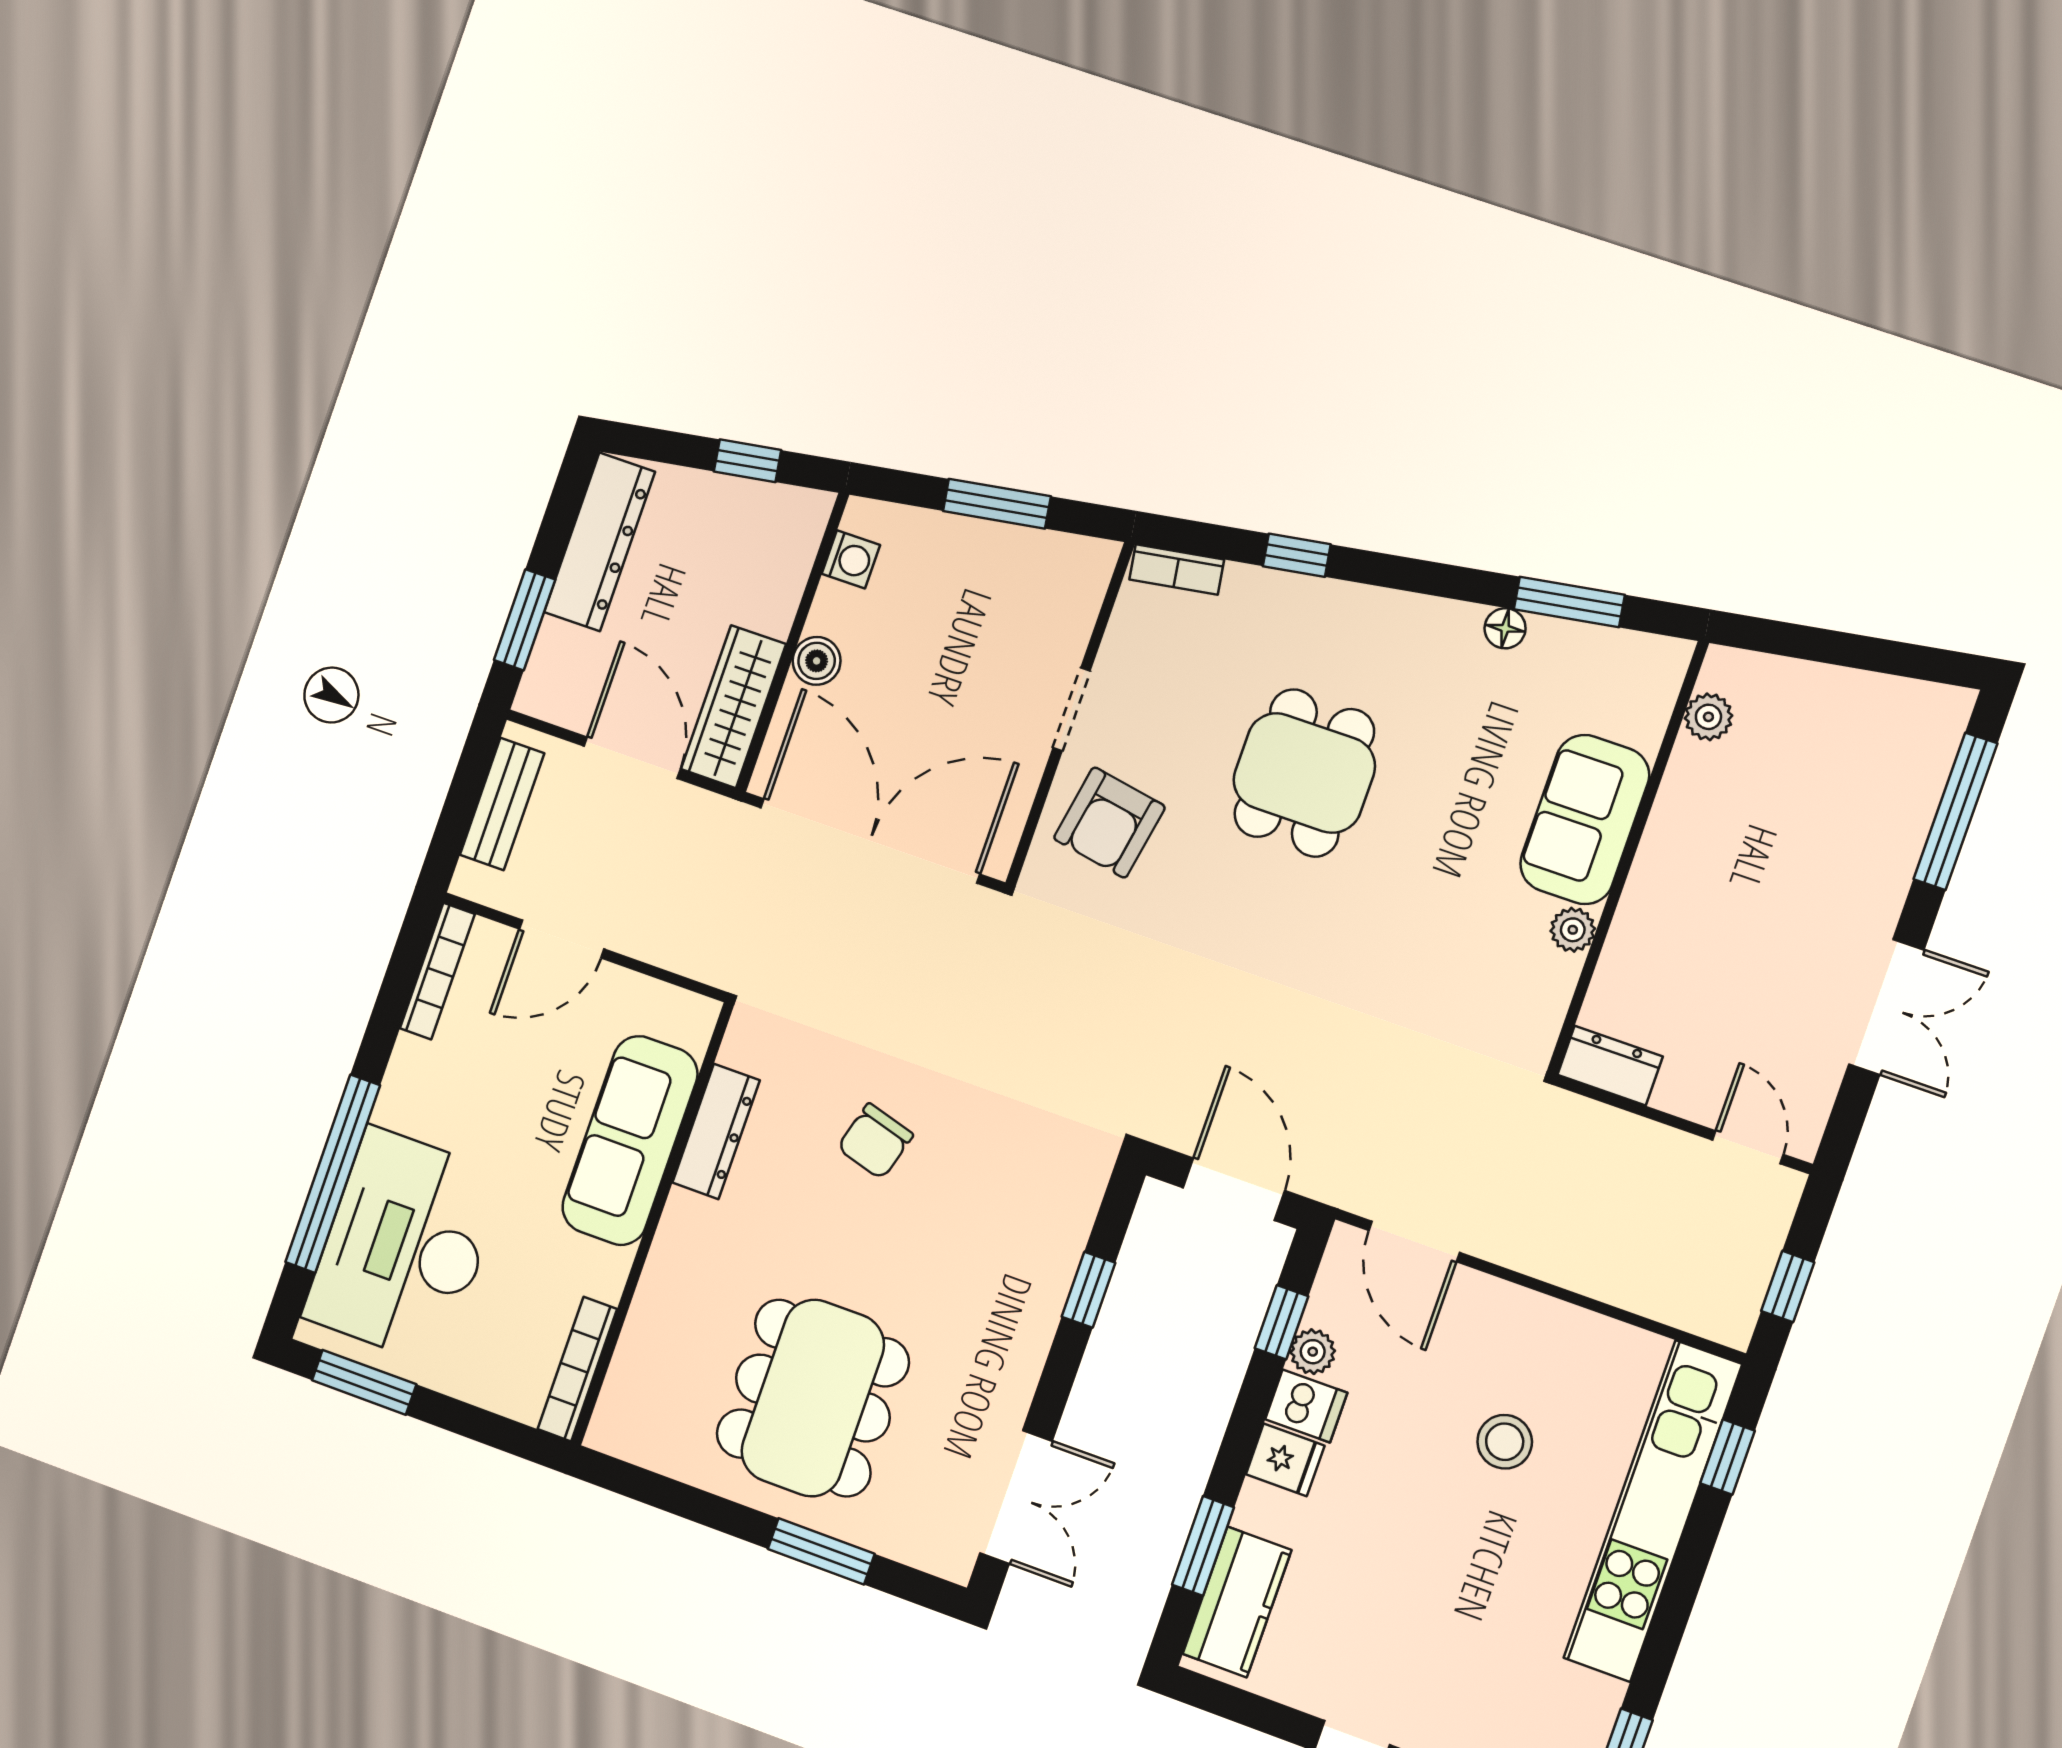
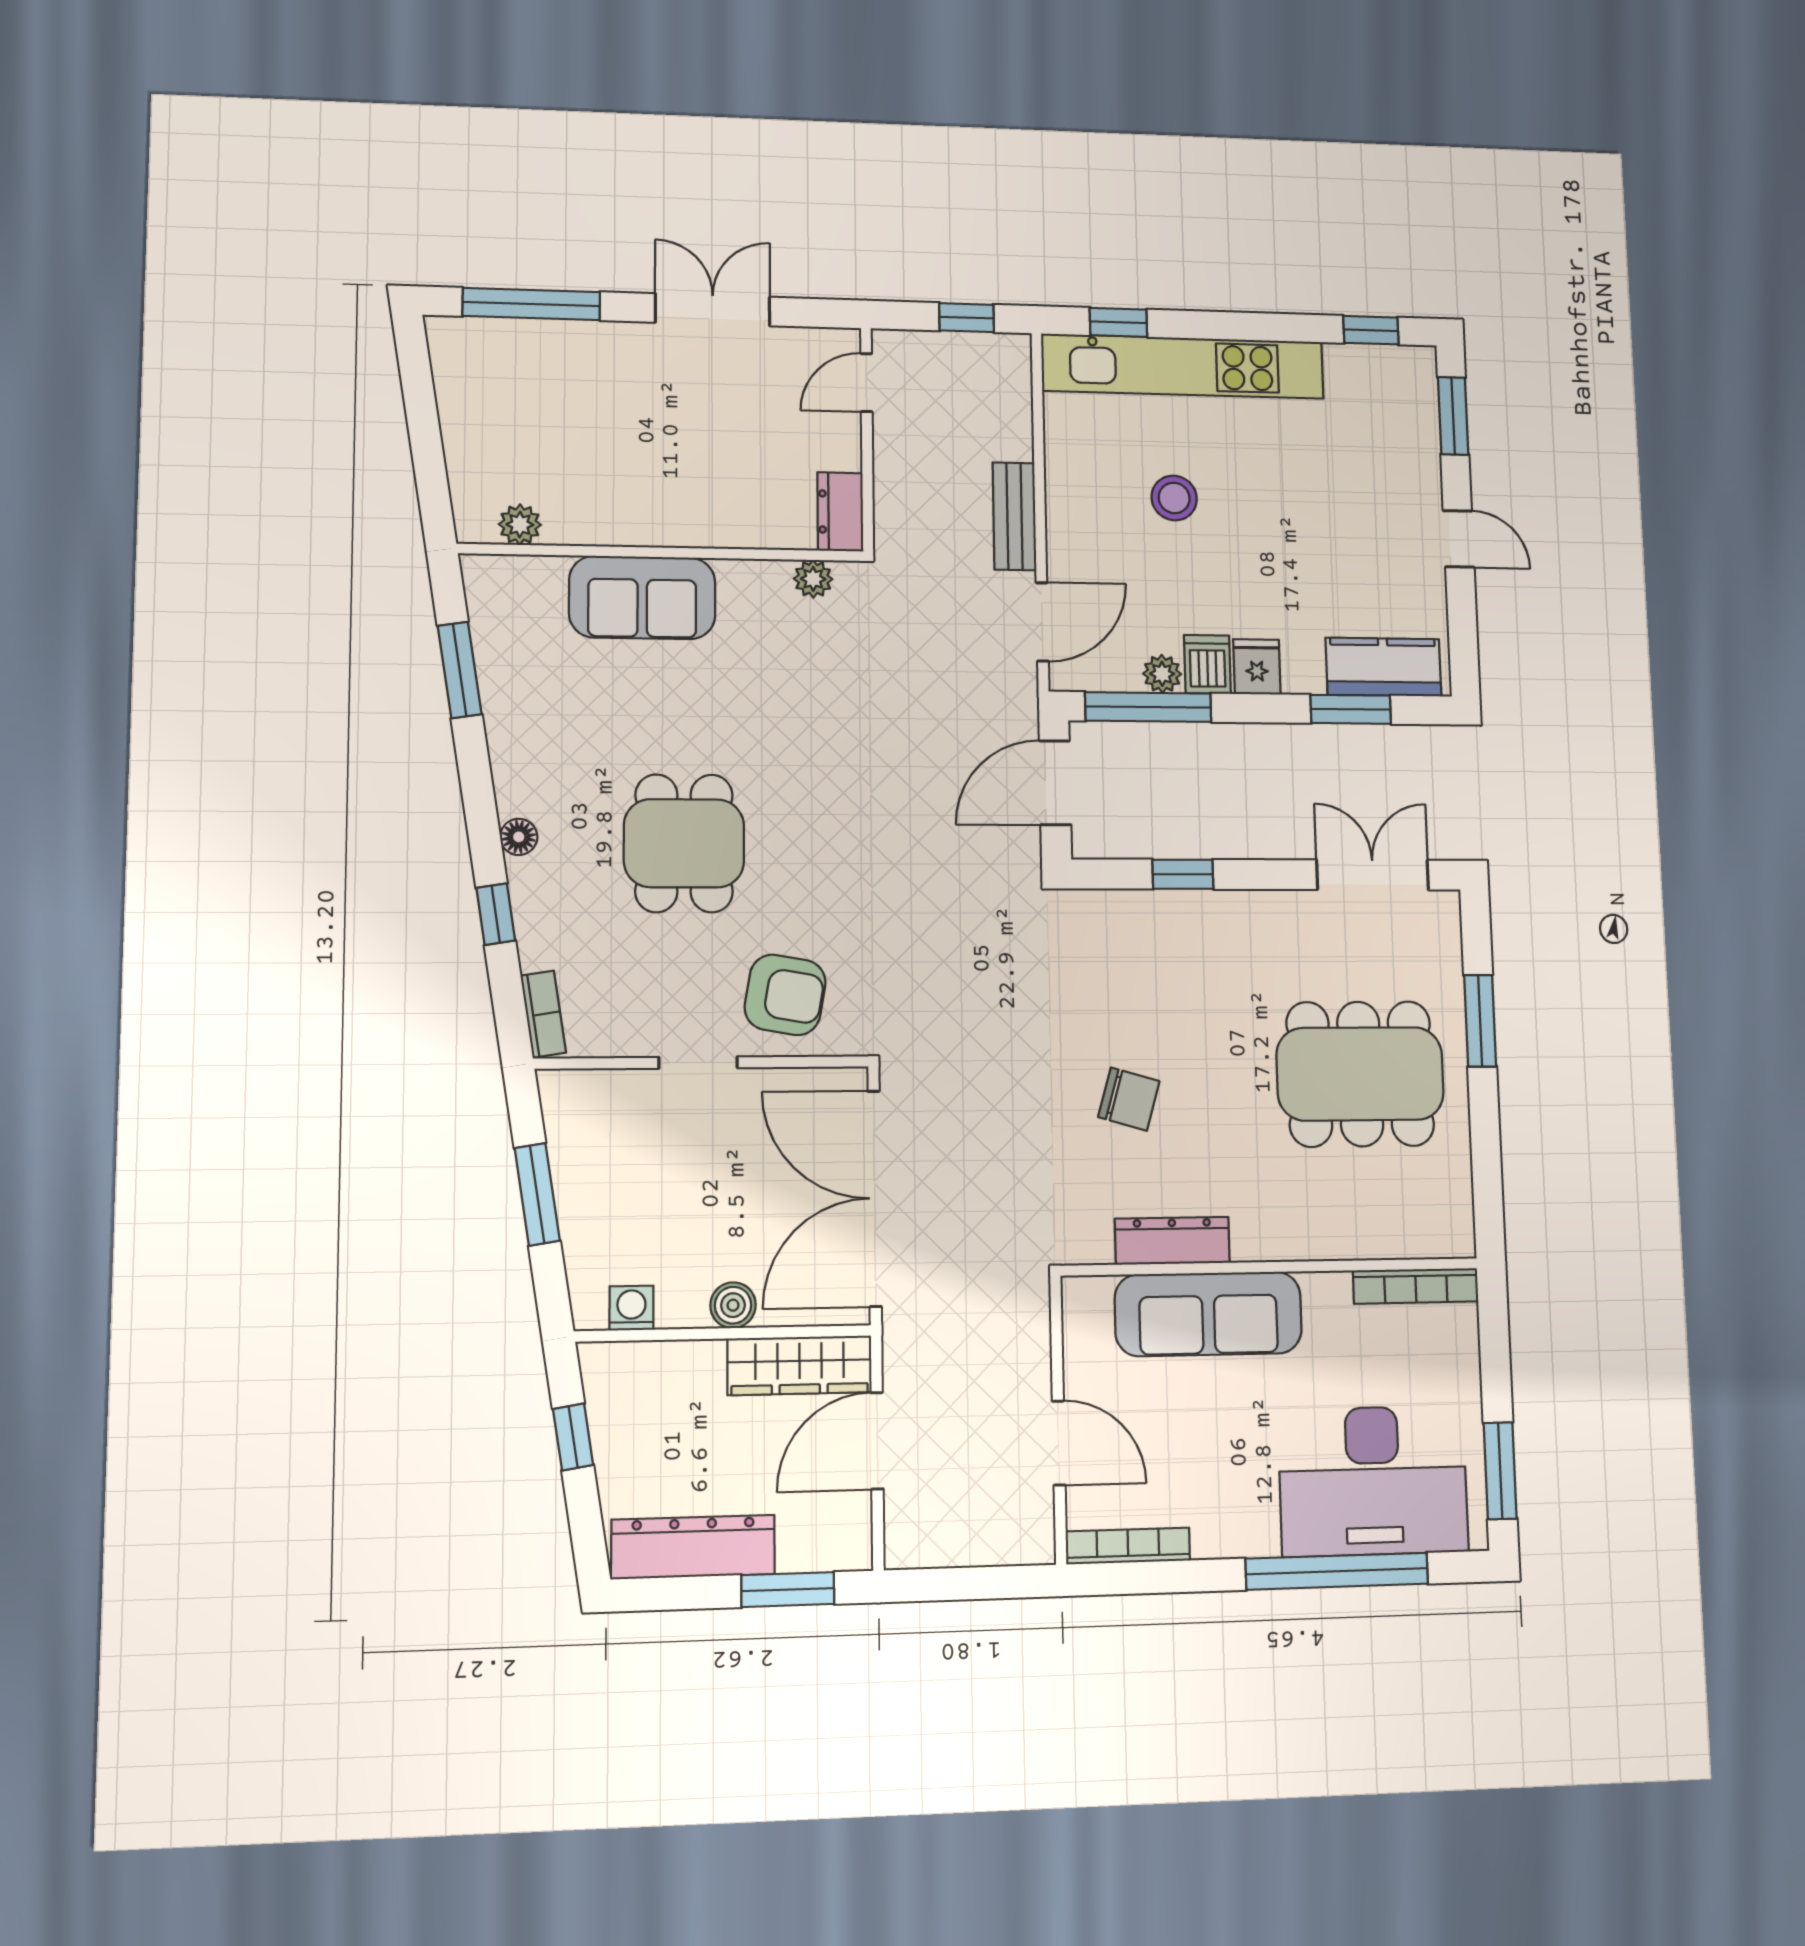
floor lamp: (1505, 628) -> (519, 837), moved
dining table: (1304, 773) -> (684, 843), turned 90
bench: (502, 804) -> (1014, 516), moved, turned 90
plant: (1573, 930) -> (813, 579), moved
window: (1281, 1322) -> (1148, 707), width x2.17

